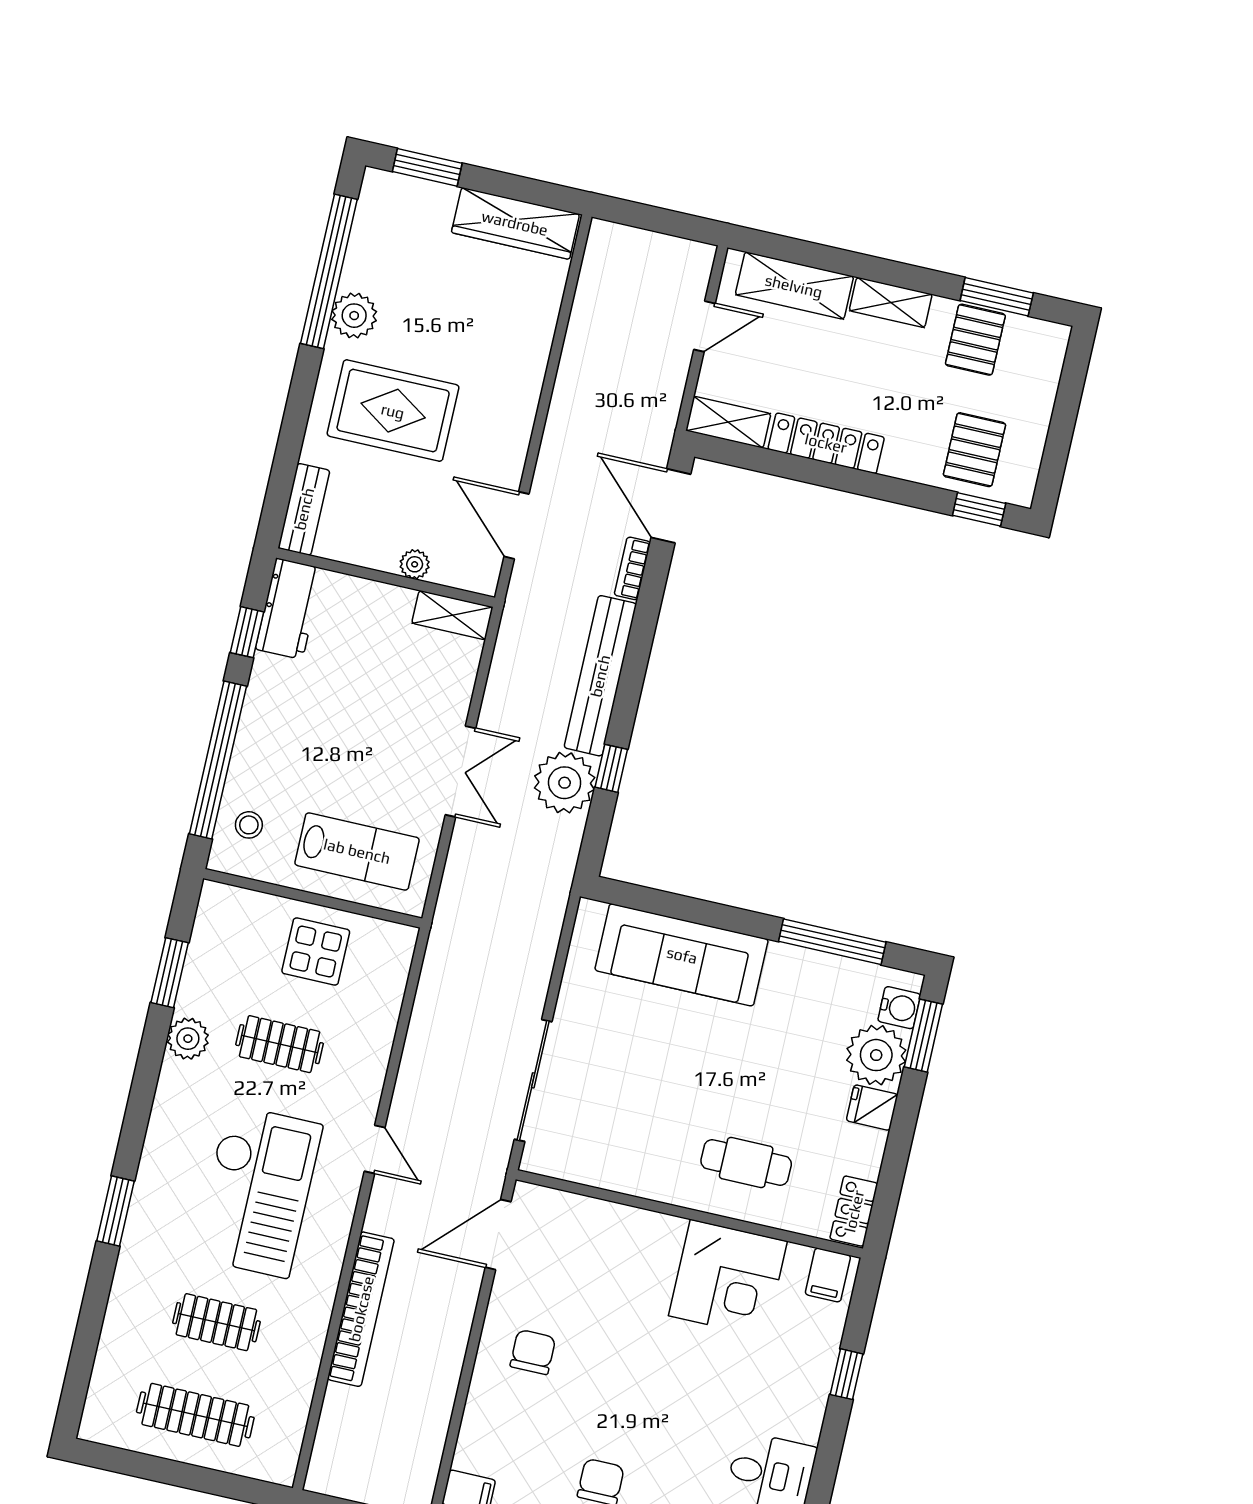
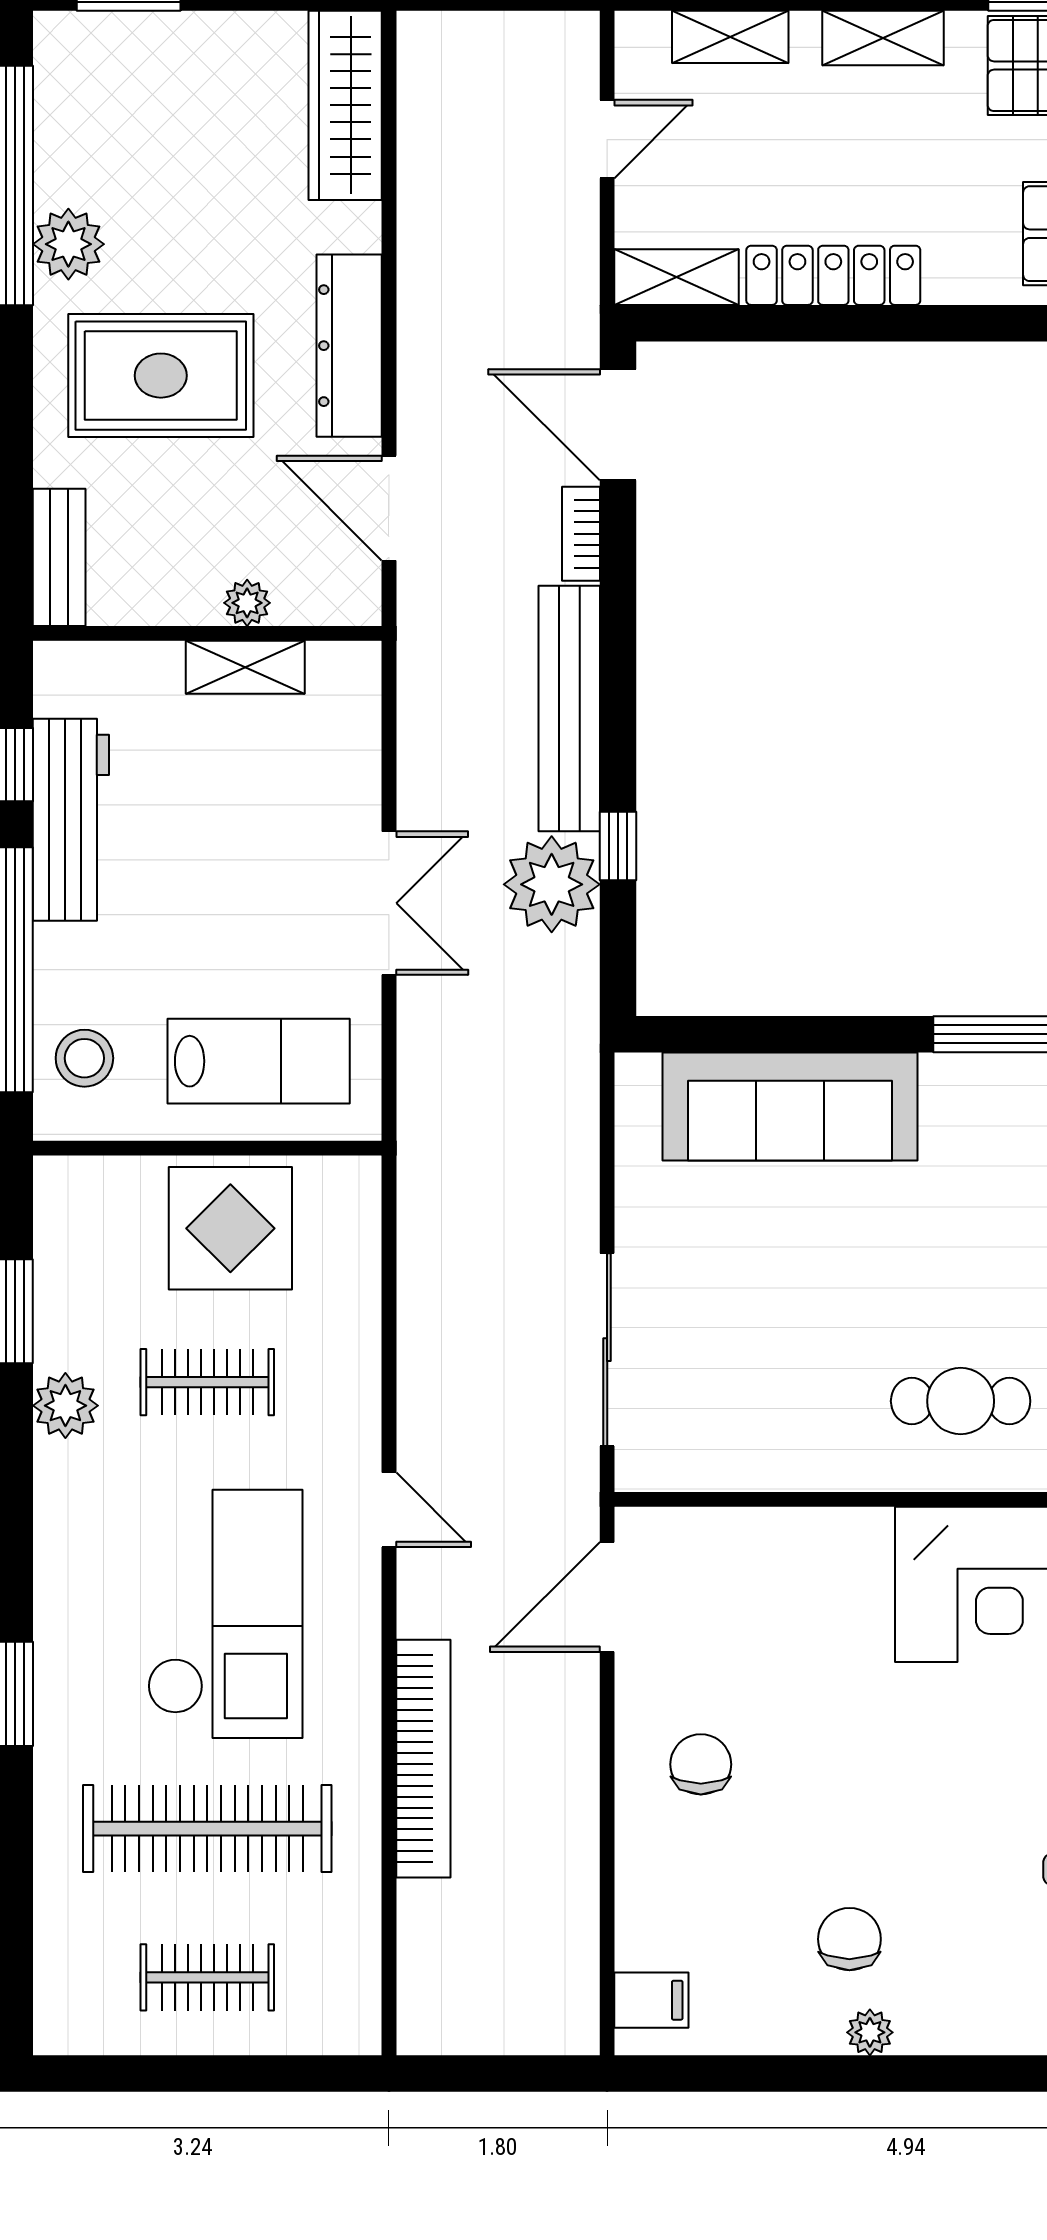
wardrobe: (515, 223) -> (345, 105), moved, turned 90
shelving: (794, 286) -> (730, 37), width x0.67, depth x0.75
dresser: (515, 419) -> (349, 346), added
workbench: (289, 609) -> (71, 820), moved, width x1.37
shelving: (452, 615) -> (245, 667), moved
stool: (249, 825) -> (84, 1058), width x1.37, depth x1.37
display table: (316, 952) -> (230, 1228), width x1.36, depth x1.36
clothes rail: (216, 1322) -> (207, 1829), width x1.86, depth x1.31
clothes rail: (195, 1415) -> (207, 1977), width x0.73

